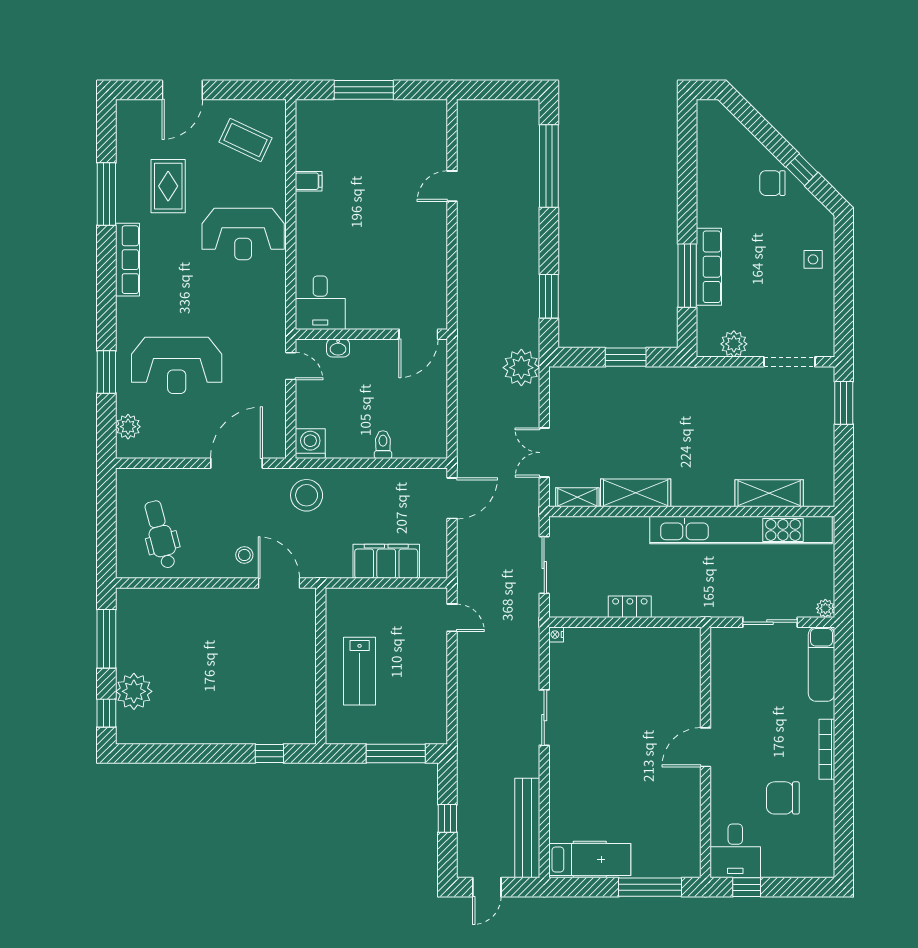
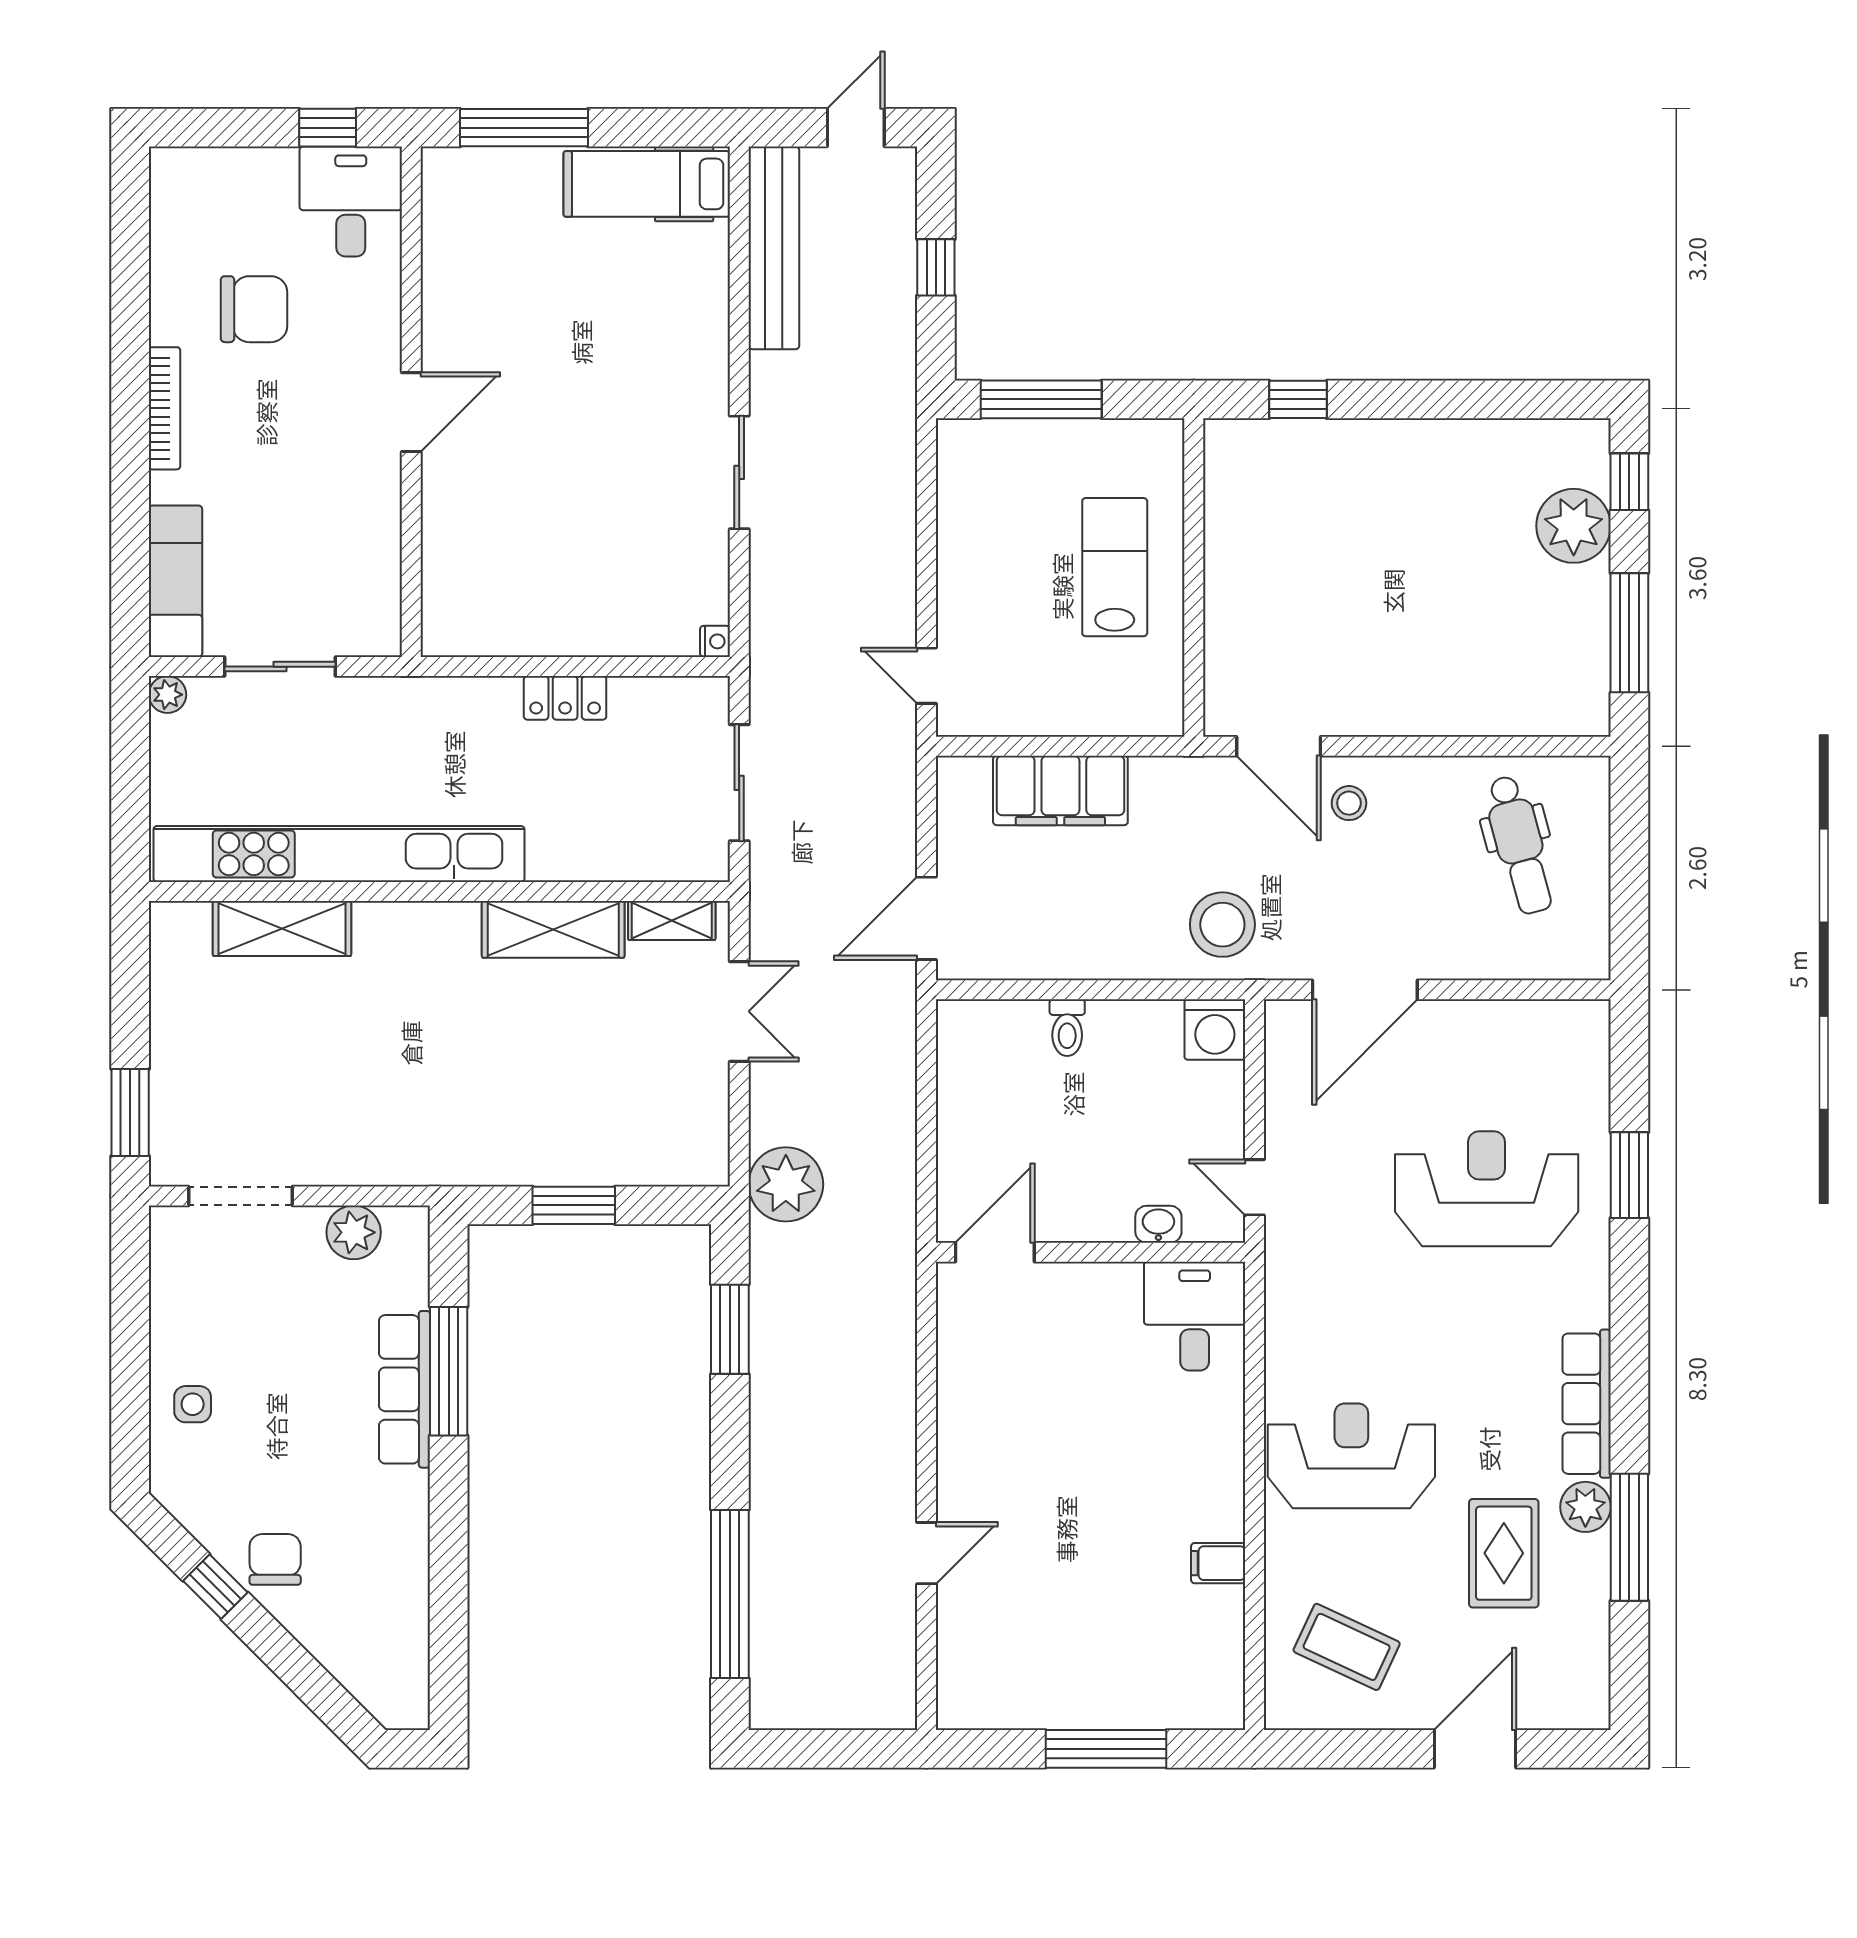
chair: (772, 183) -> (275, 1559), turned -90
plant: (128, 427) -> (1585, 1507), moved

